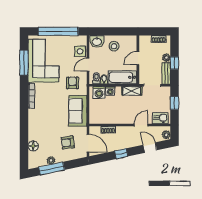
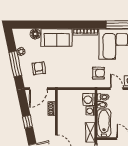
sofa: (78, 111) -> (57, 38), moved, turned 180
window: (52, 169) -> (15, 64), moved

